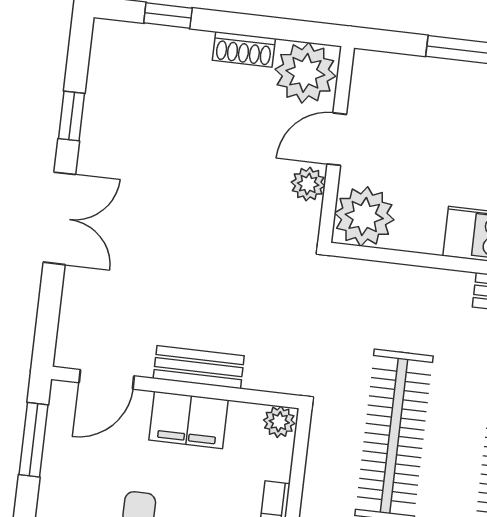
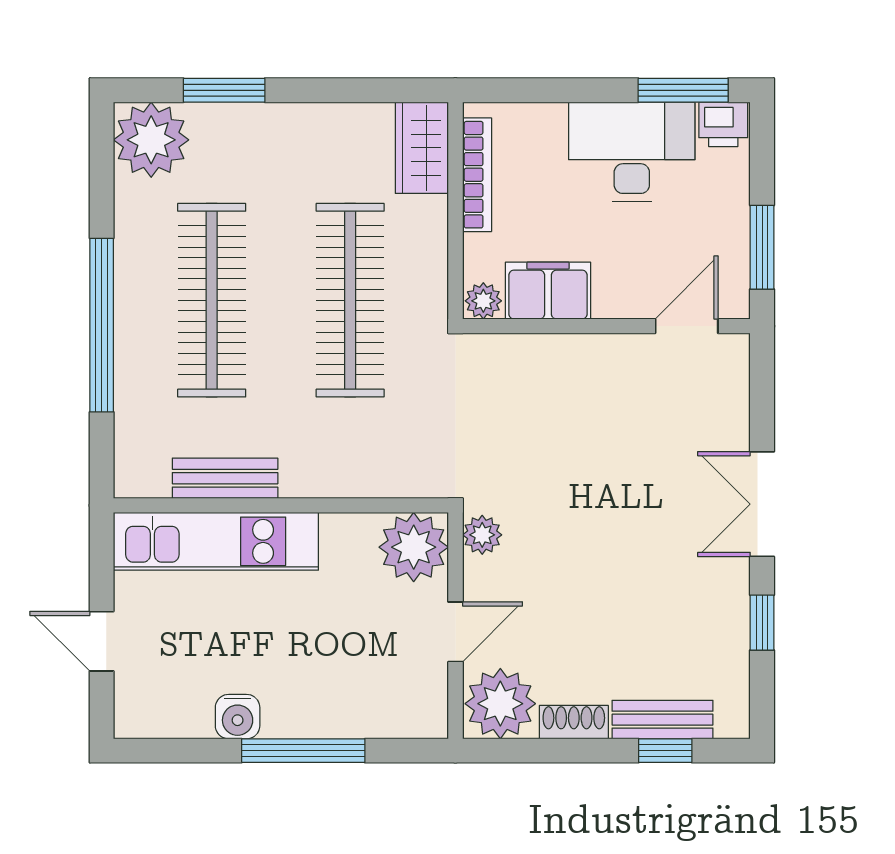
plant: (308, 184) -> (482, 535), moved
bench: (199, 367) -> (663, 720), moved
filing cabinet: (189, 420) -> (548, 291), moved

